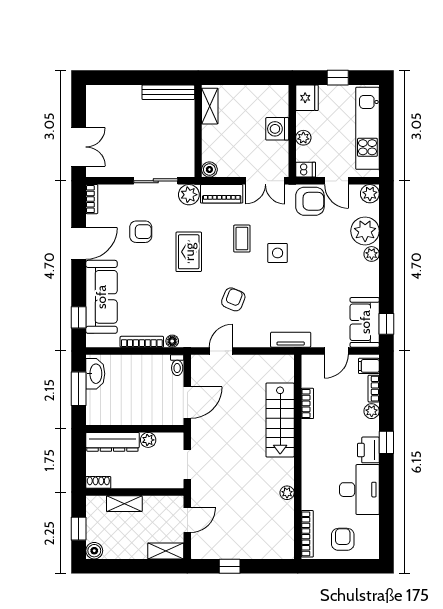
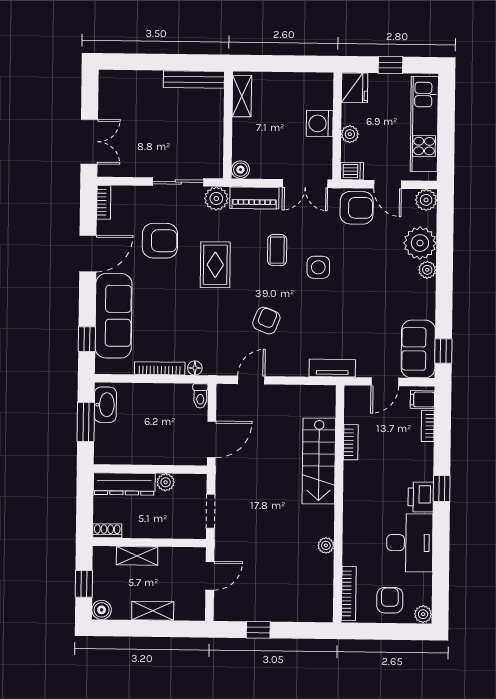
armchair: (141, 232) -> (160, 241), width x1.38, depth x1.38
plant: (372, 411) -> (423, 614), moved
shelving: (166, 551) -> (153, 611), moved

